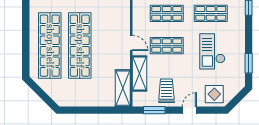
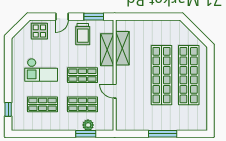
door: (131, 43) -> (115, 91), moved
checkout: (212, 51) -> (41, 70), turned 90
window: (249, 63) -> (8, 59), removed
shelving: (123, 88) -> (122, 48), moved

